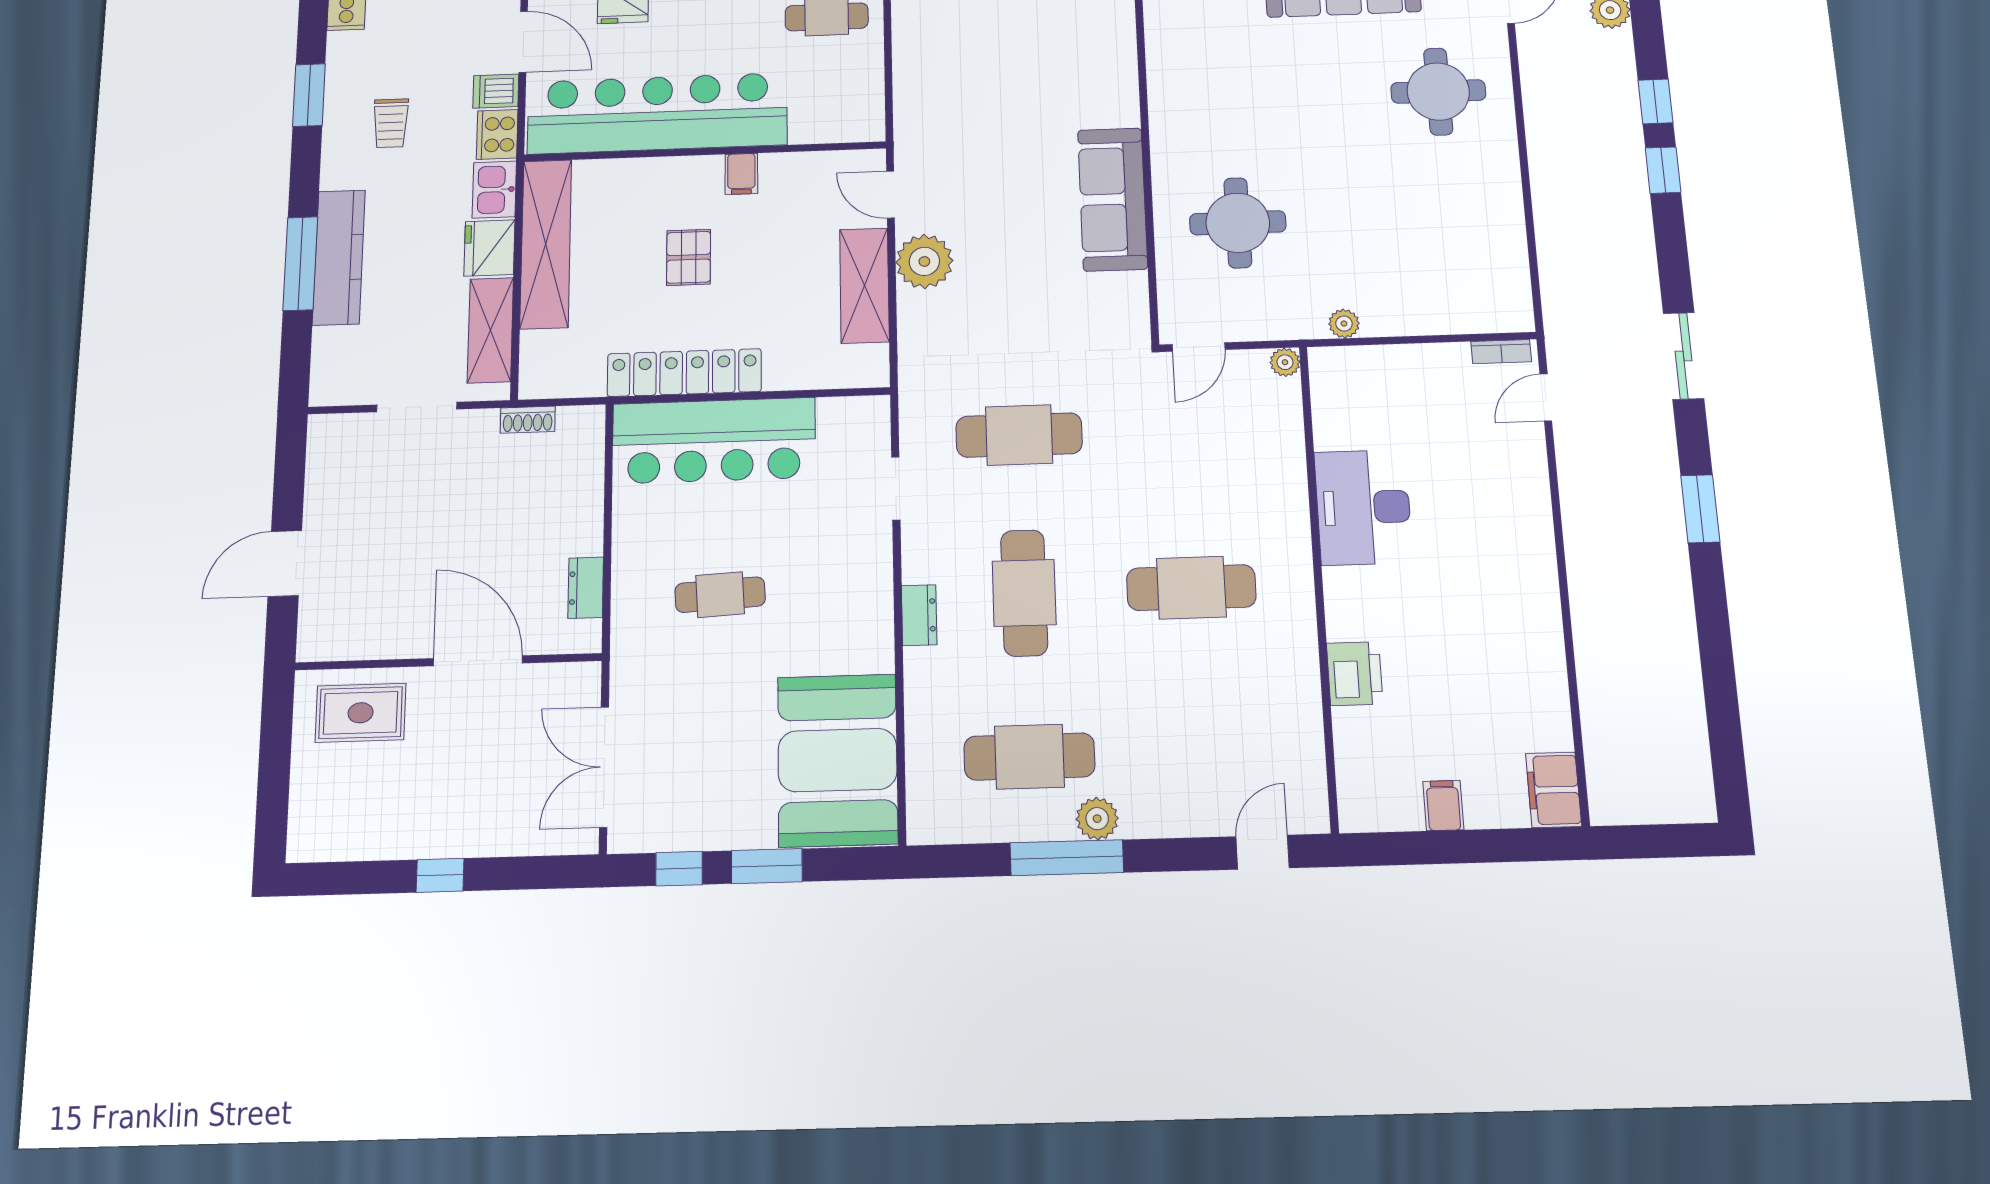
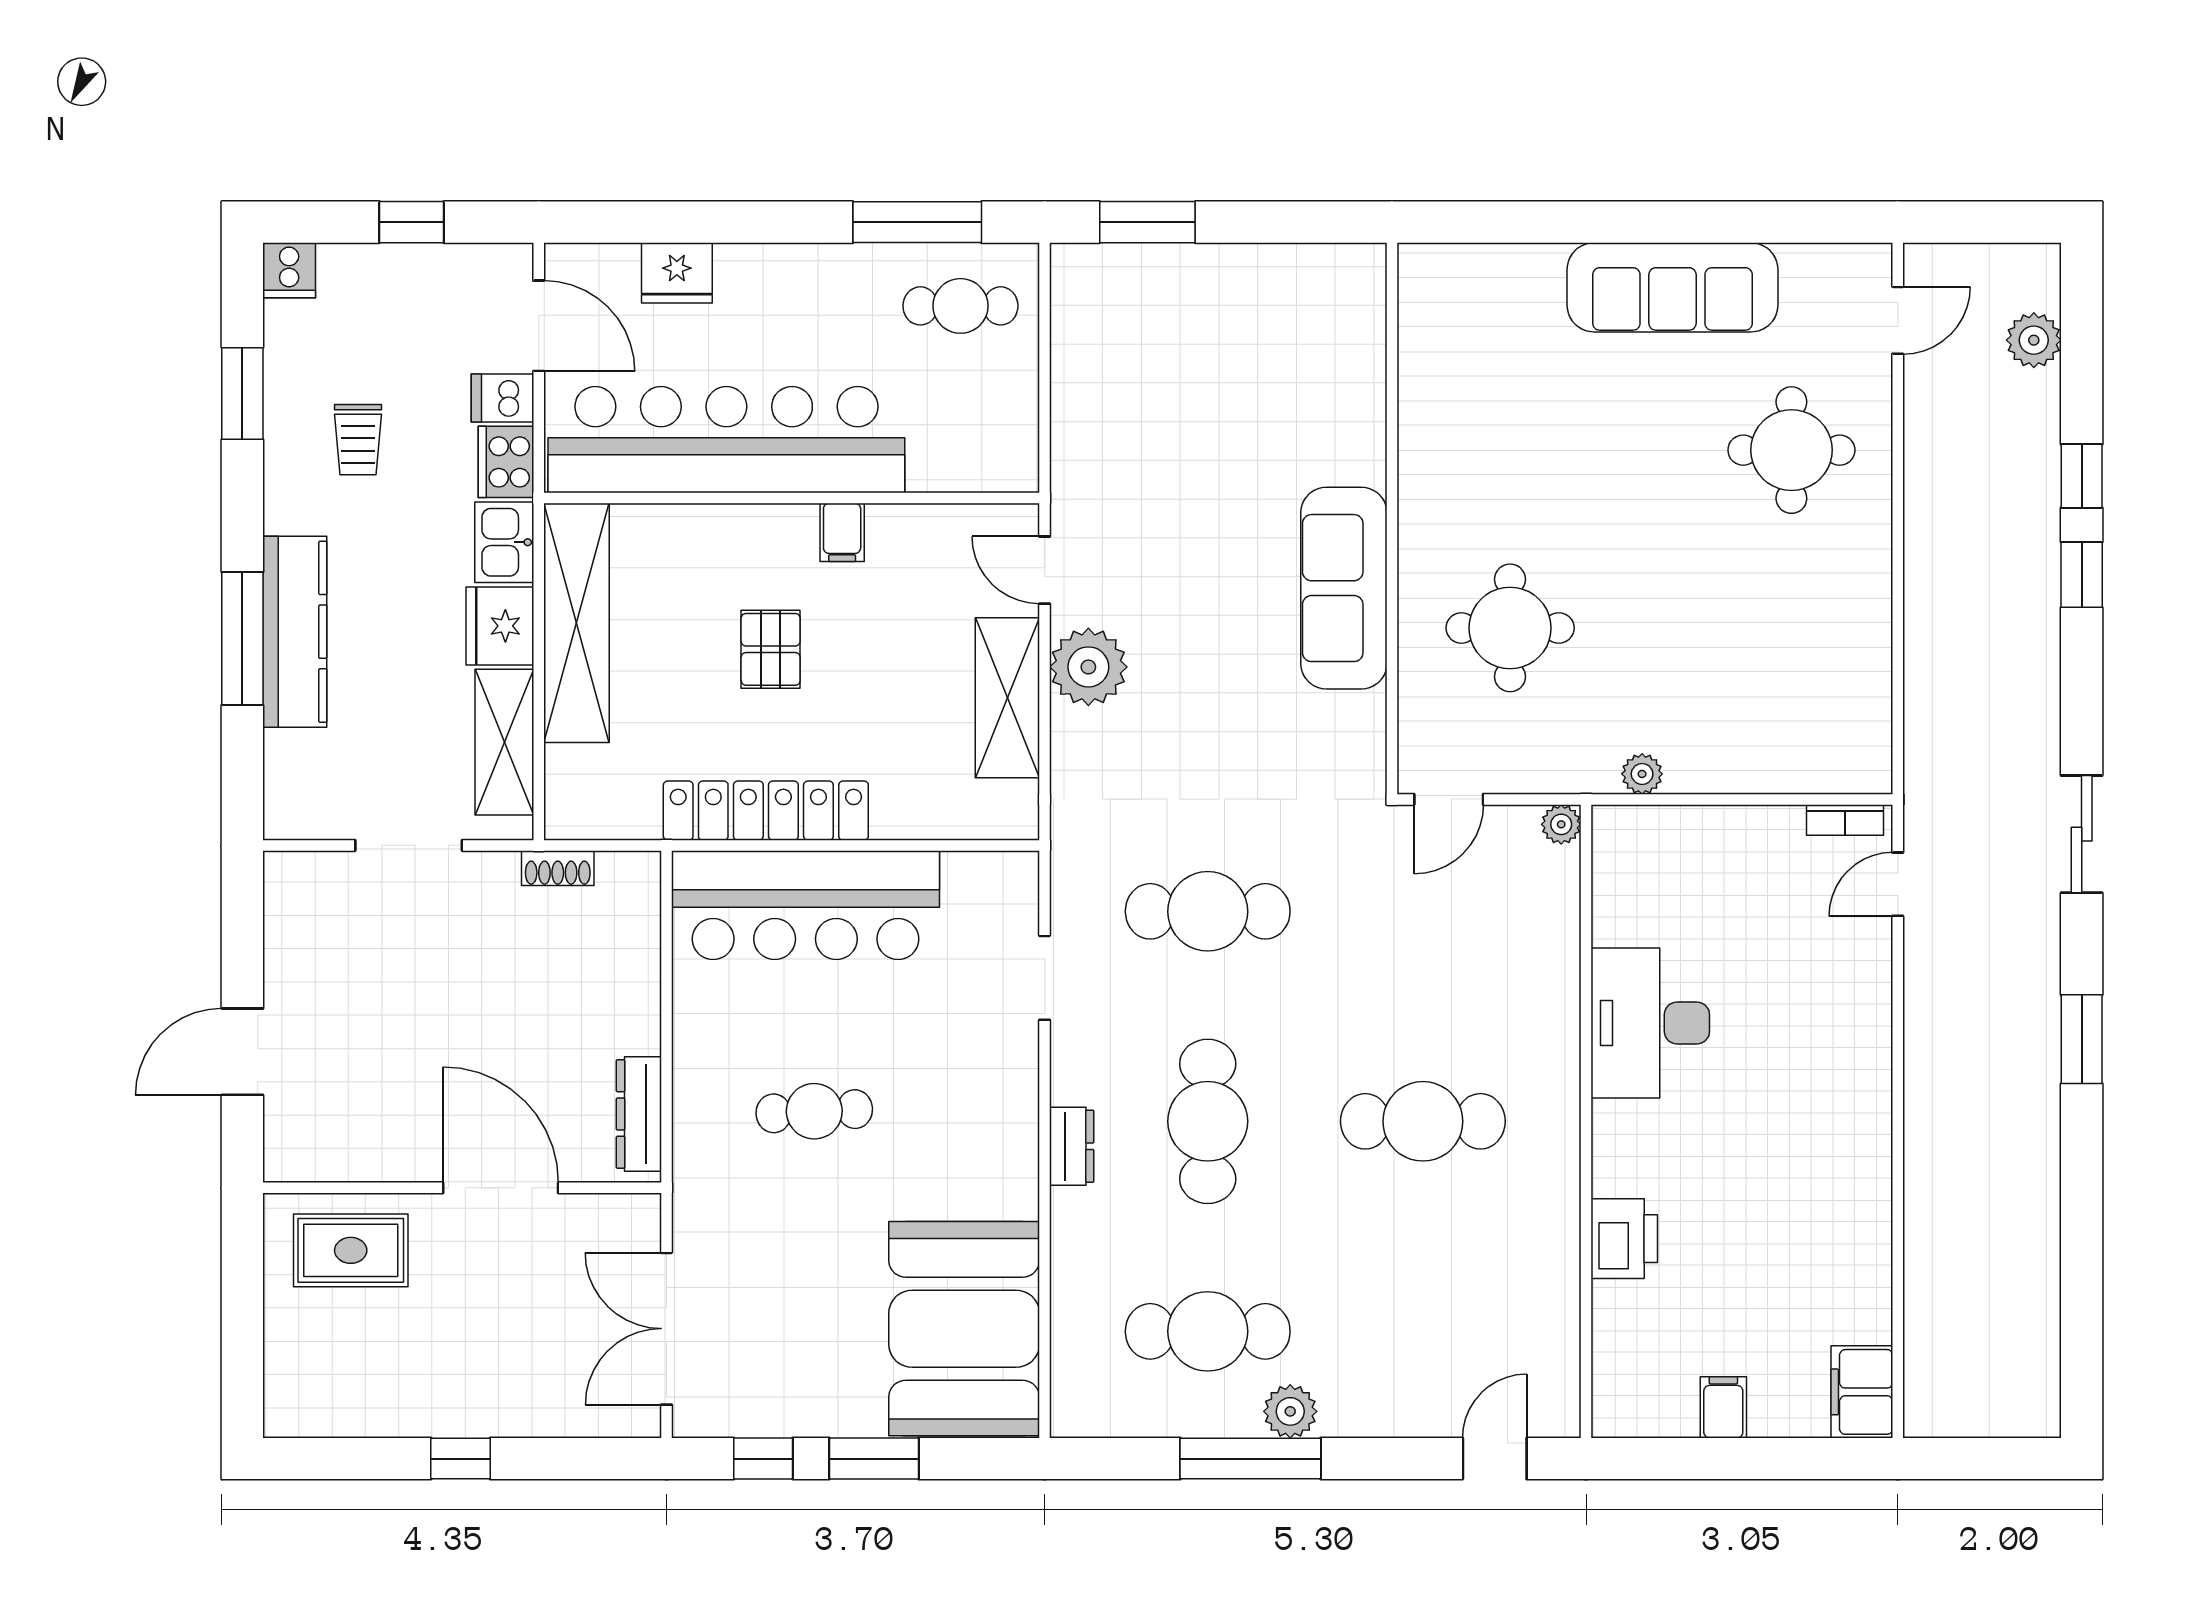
dresser: (586, 588) -> (639, 1114), width x1.44

